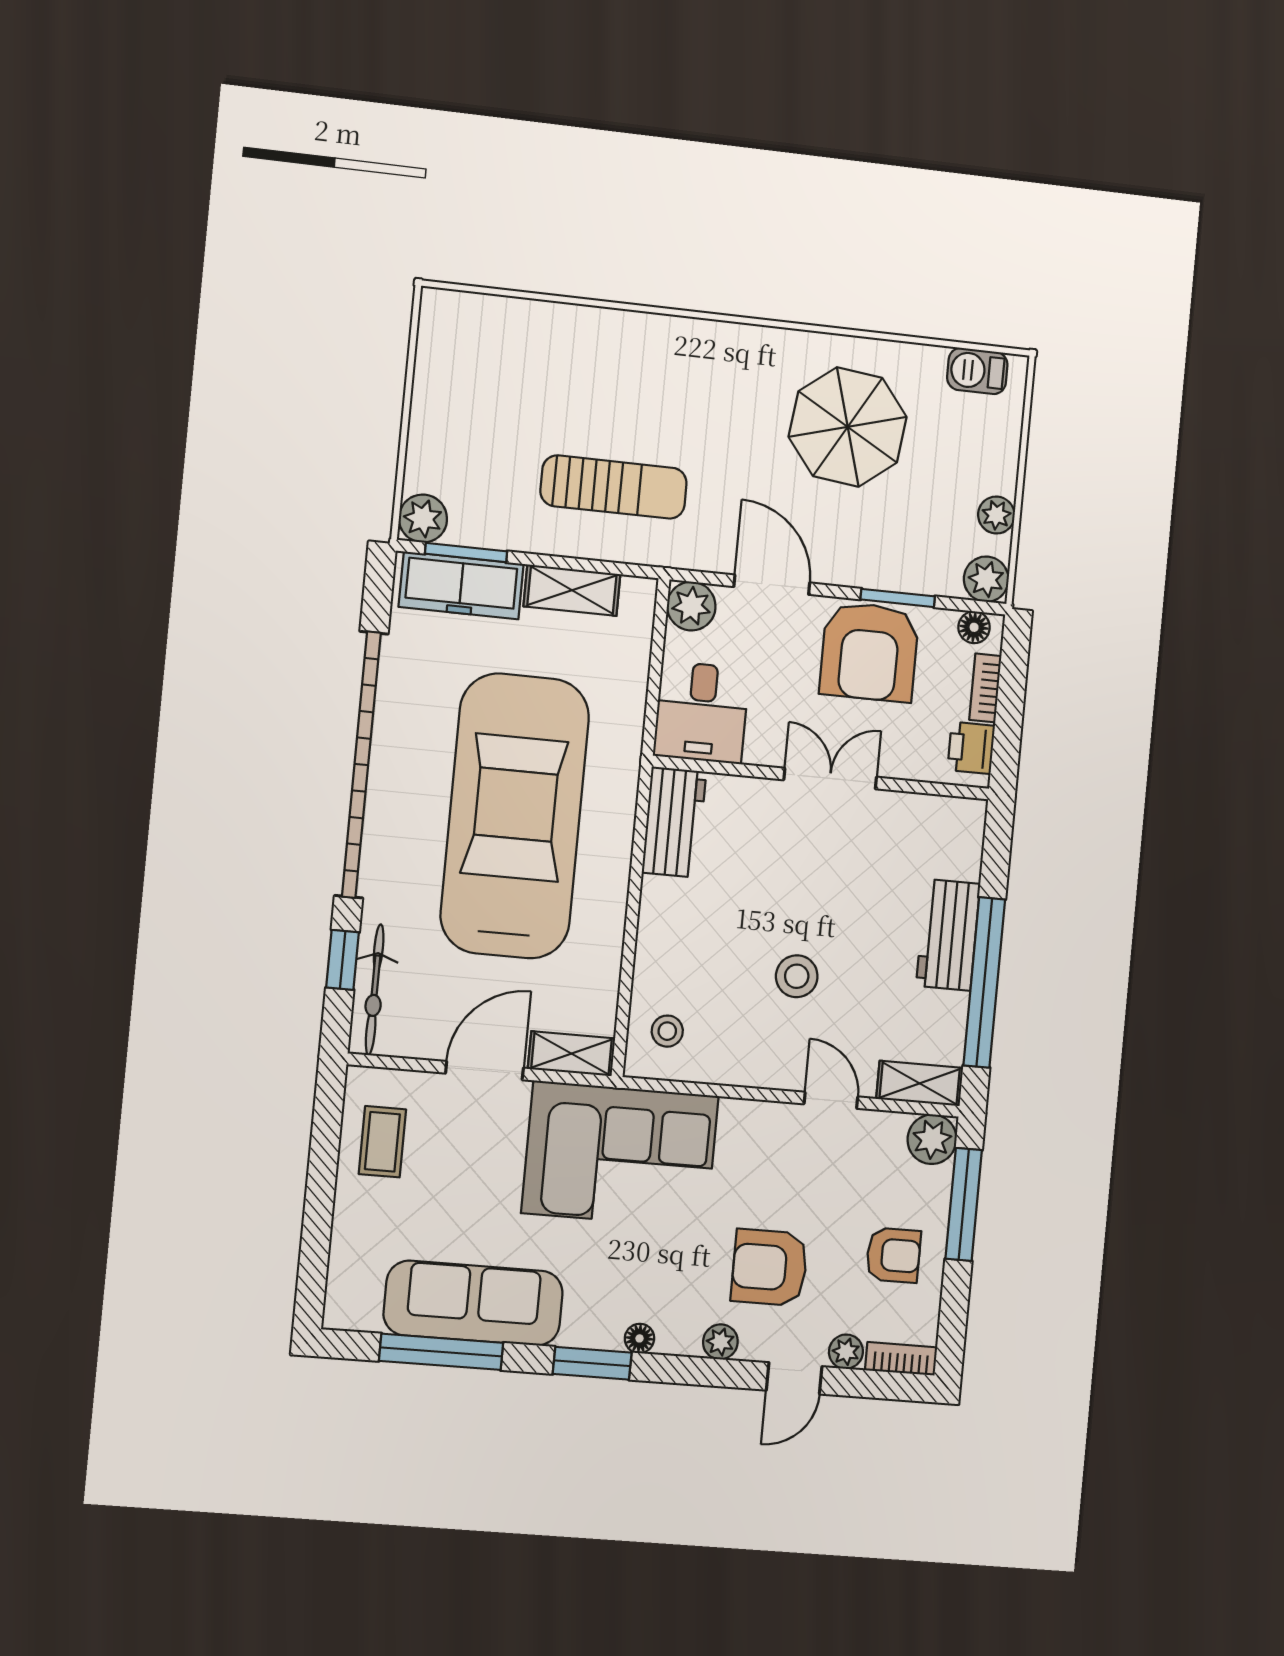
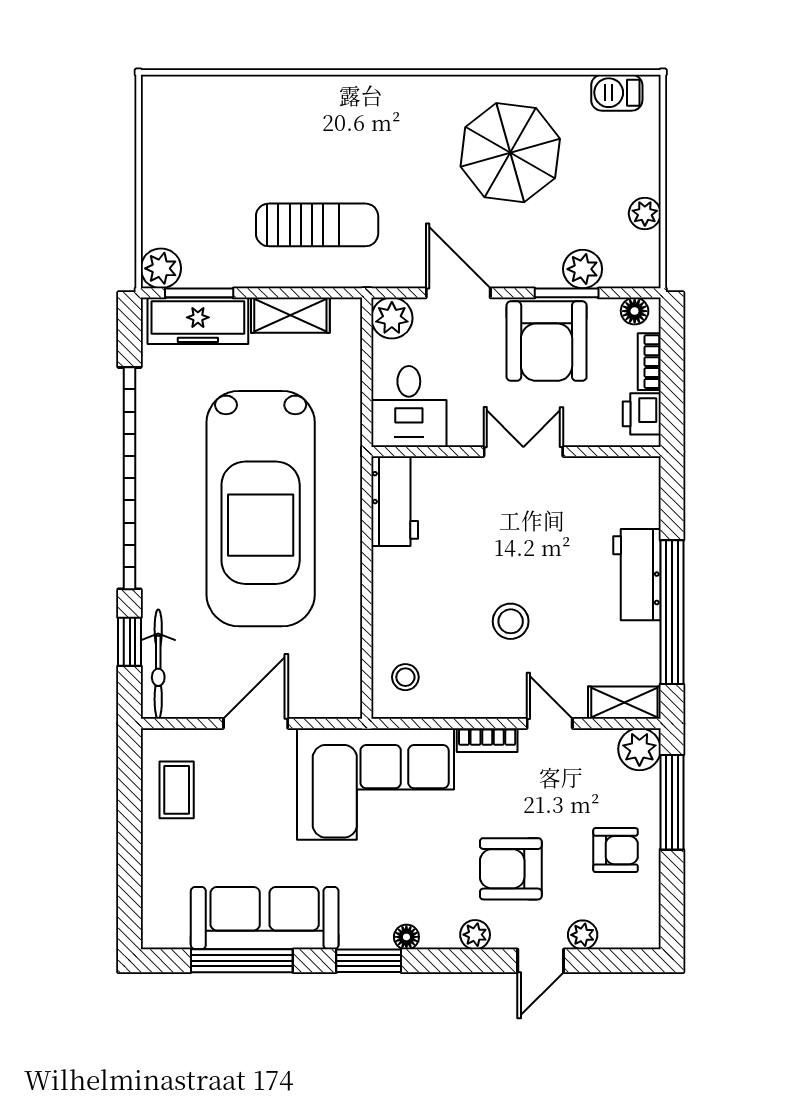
plant: (986, 579) -> (583, 269), moved
car: (515, 816) -> (261, 509), turned 180
shelving: (572, 1054) -> (327, 703), removed
bookcase: (901, 1359) -> (487, 740), moved, turned 180

